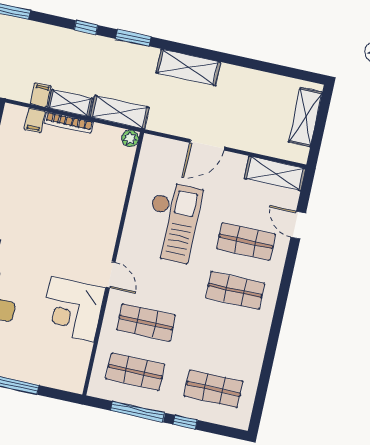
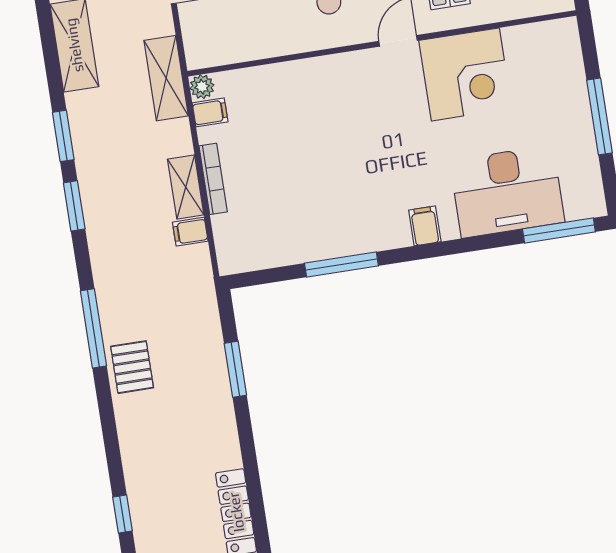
window: (86, 27) -> (74, 206), width x1.50
shelving: (120, 112) -> (166, 78), moved
filing cabinet: (35, 120) -> (210, 112), moved

